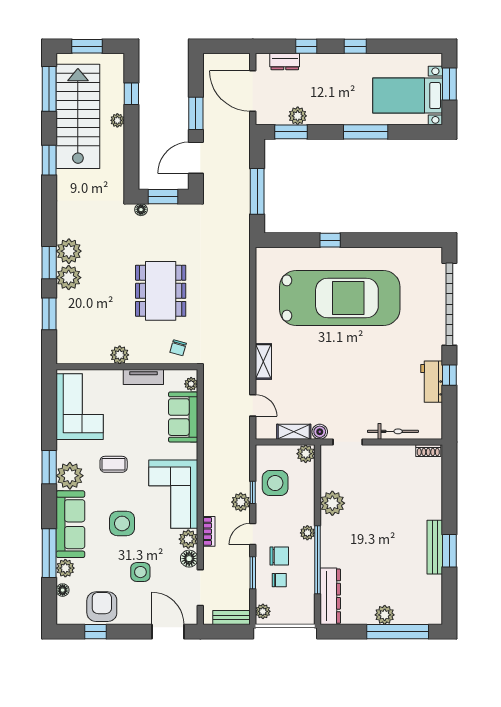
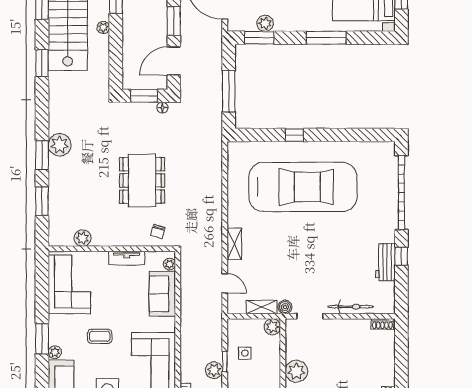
floor lamp: (141, 210) -> (162, 108), moved
plant: (69, 278) -> (59, 169), removed
plant: (120, 355) -> (83, 238), moved
plant: (70, 476) -> (55, 352), width x0.53, depth x0.53
side table: (275, 483) -> (245, 353), width x0.54, depth x0.54

